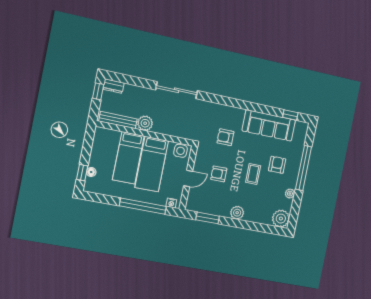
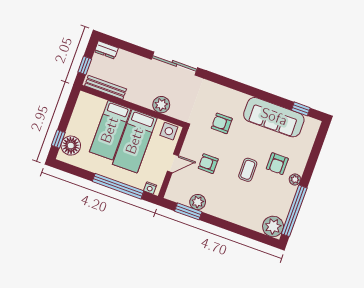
window: (98, 91) -> (85, 65), moved
plant: (145, 123) -> (161, 105), moved
armchair: (277, 165) -> (277, 164), turned 180
window: (304, 168) -> (294, 211), moved
floor lamp: (91, 172) -> (71, 146), width x1.89, depth x1.89
plant: (290, 194) -> (295, 179), moved
plant: (237, 213) -> (198, 202), moved

